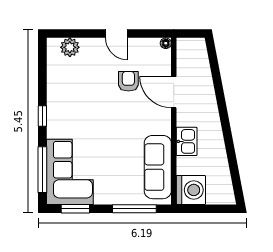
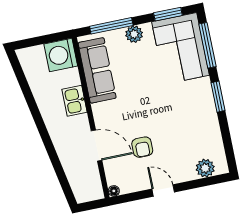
window: (42, 116) -> (218, 97), width x1.50
plant: (113, 196) -> (134, 34), added

